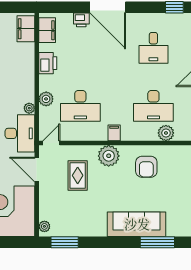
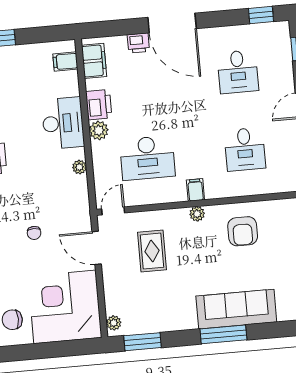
filing cabinet: (26, 29) -> (65, 62), width x0.50
plant: (46, 99) -> (99, 130), moved
desk: (153, 106) -> (245, 149), width x0.73
desk: (20, 133) -> (63, 123), moved
plant: (166, 133) -> (265, 184), removed
plant: (109, 156) -> (197, 214), width x0.53, depth x0.53
window: (157, 242) -> (223, 334), moved

